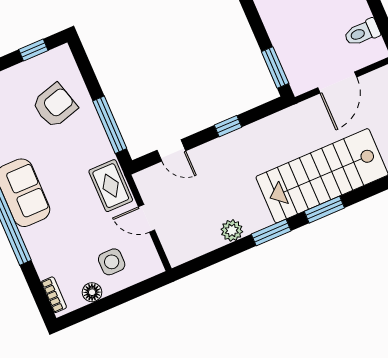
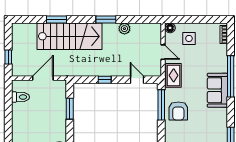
window: (275, 68) -> (70, 109), moved
armchair: (55, 105) -> (178, 111), moved, turned -74
window: (324, 210) -> (56, 19), moved
floor lamp: (92, 292) -> (170, 28), moved

